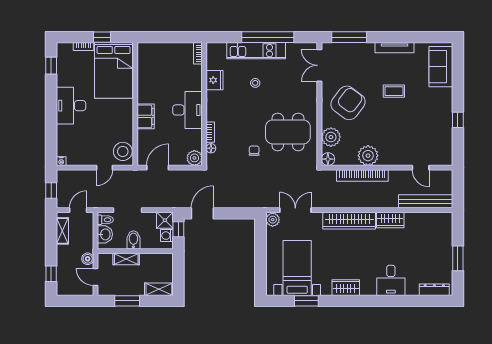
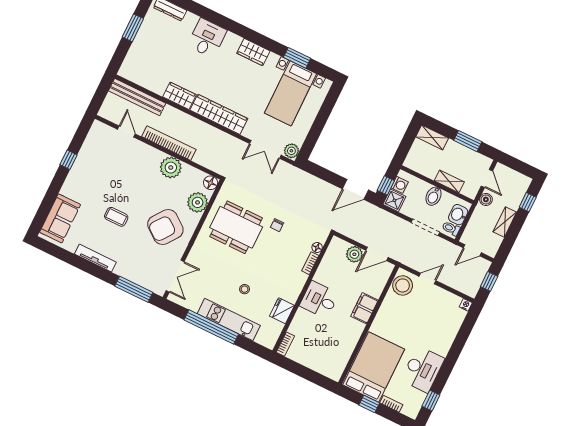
desk: (71, 106) -> (423, 369), moved
desk: (187, 110) -> (319, 300), width x0.73
plant: (194, 158) -> (354, 254), moved
bookcase: (362, 175) -> (169, 143), moved
shelving: (62, 231) -> (505, 222), moved

